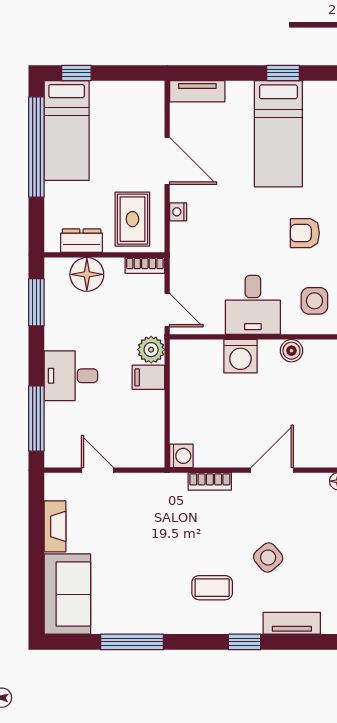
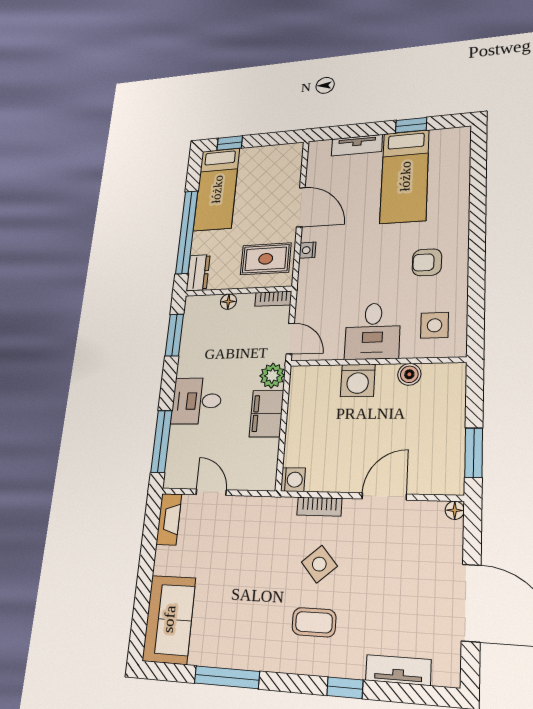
tv unit: (197, 91) -> (357, 145), moved
window: (36, 147) -> (187, 232), moved
rug: (132, 219) -> (266, 259), turned 90
dresser: (82, 241) -> (198, 273), moved, turned 90
floor lamp: (87, 274) -> (228, 302), width x0.53, depth x0.53
filing cabinet: (148, 377) -> (266, 414), width x2.00
fireplace: (55, 526) -> (169, 519), moved
side table: (268, 558) -> (319, 564), moved

